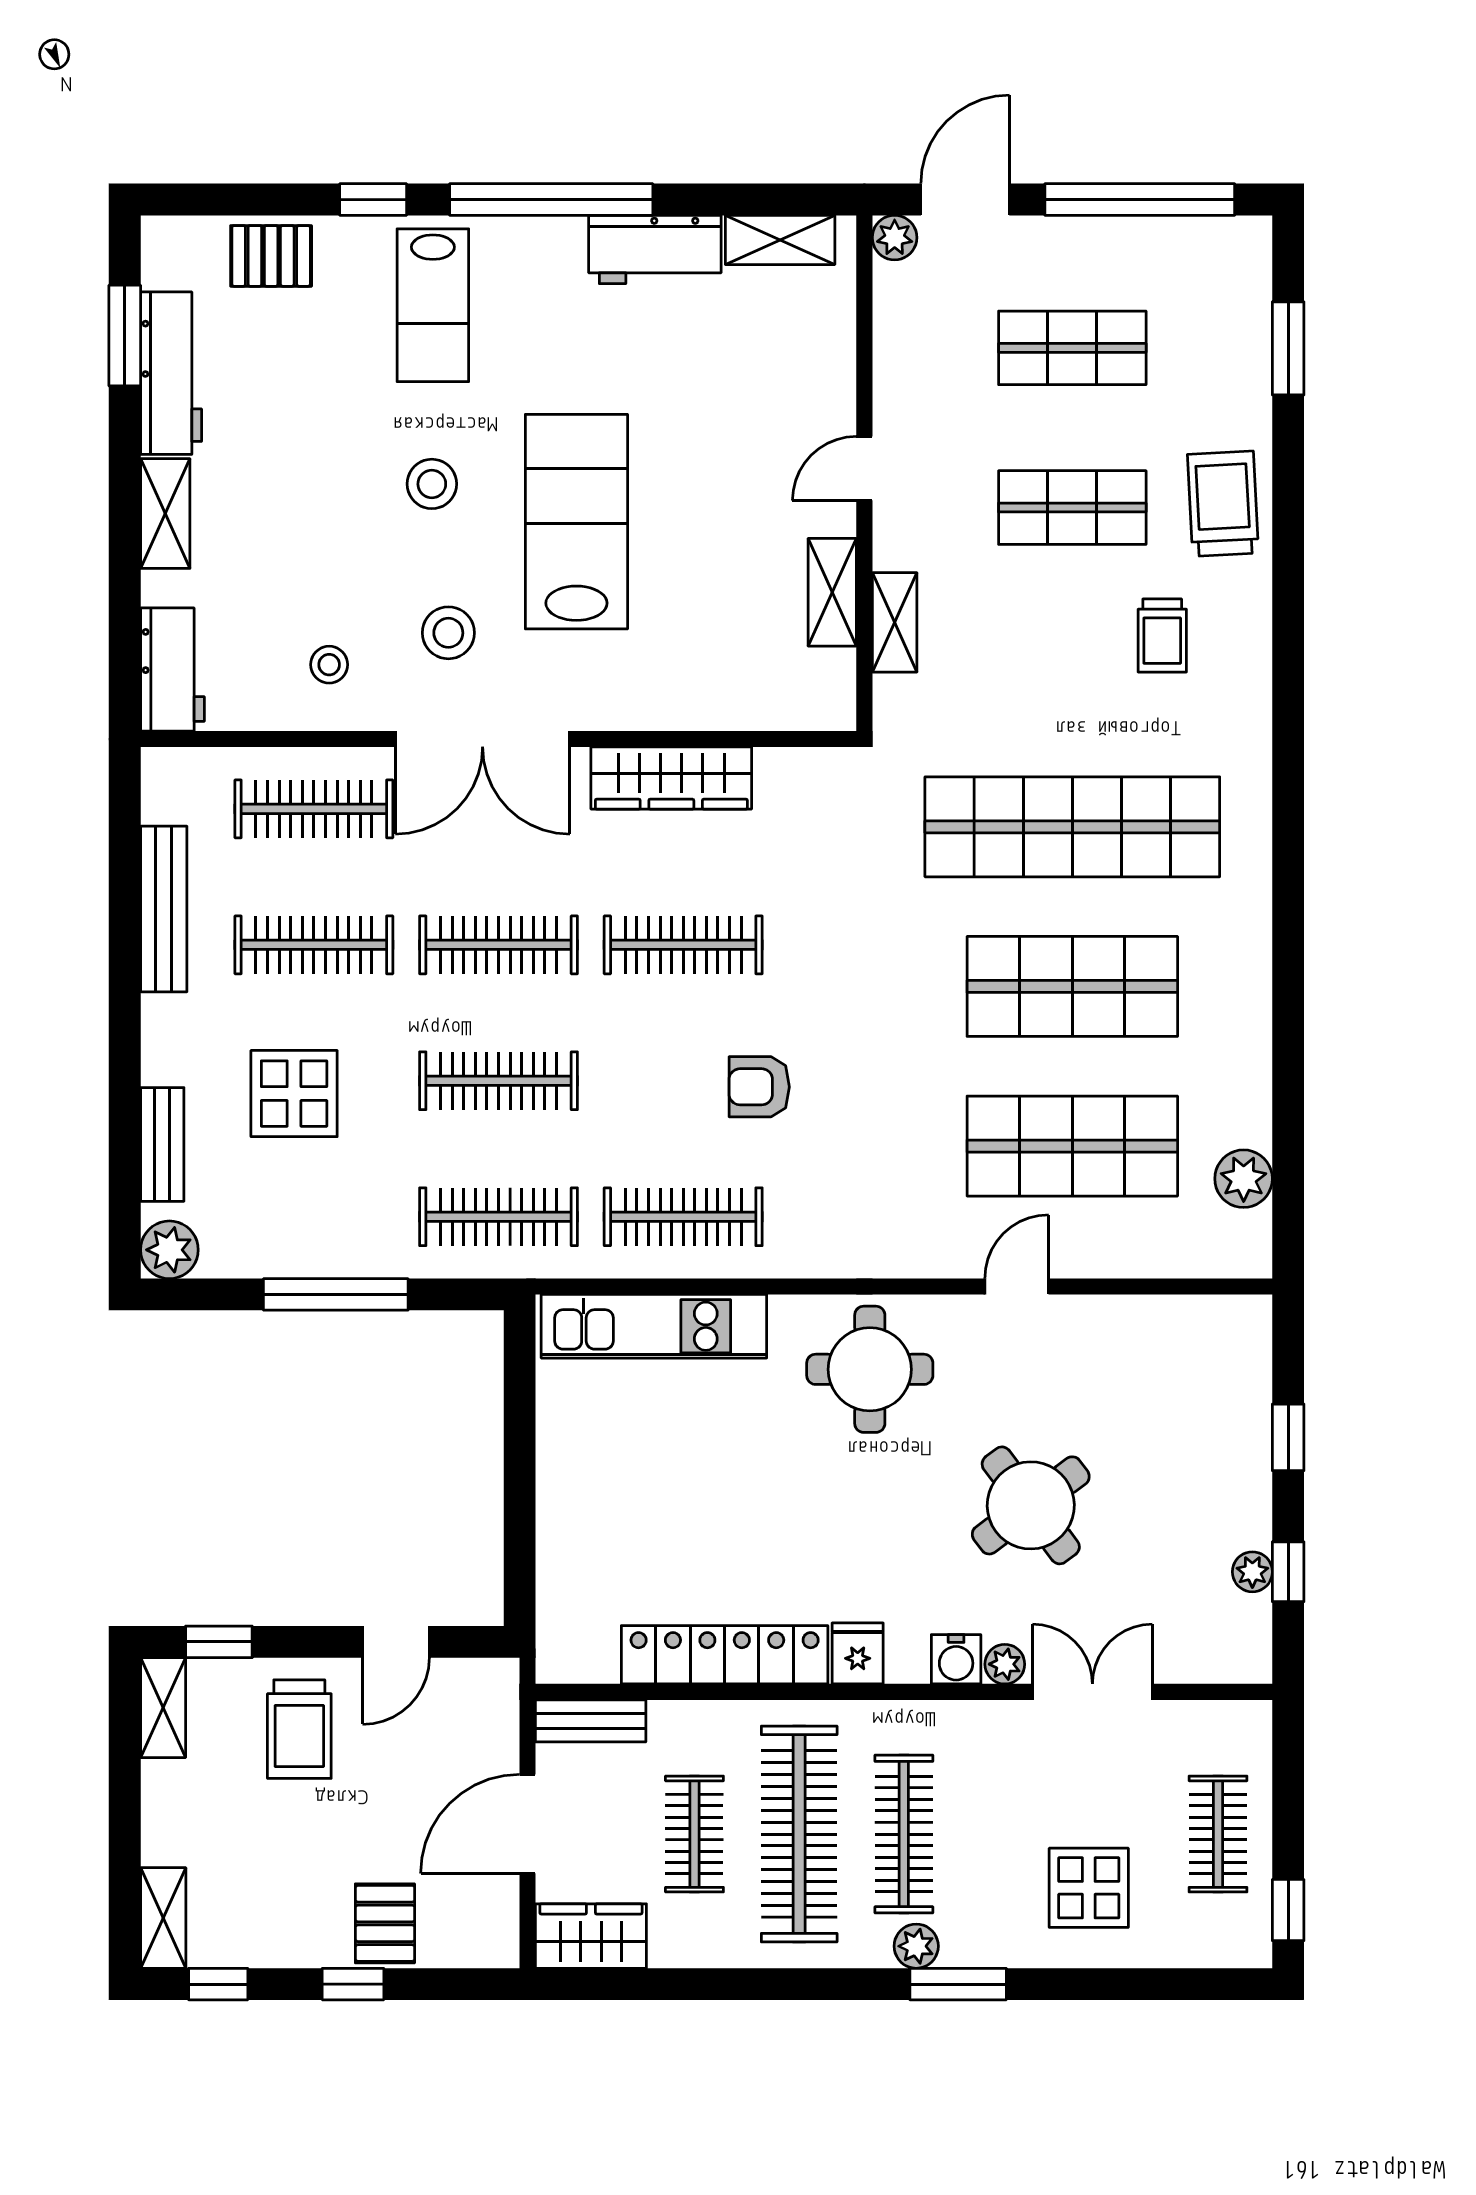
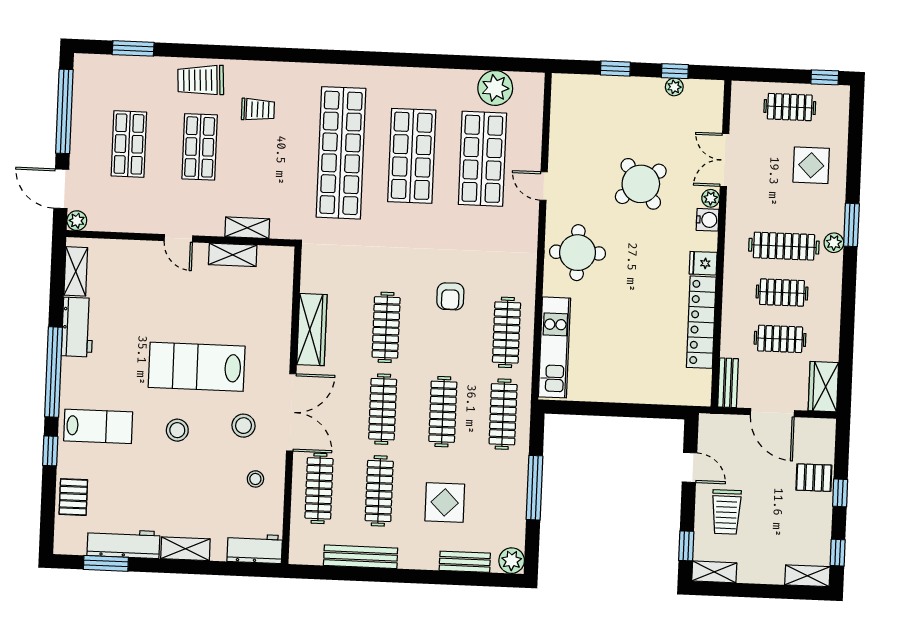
plant: (1244, 1179) -> (495, 88), width x1.36, depth x1.36
trolley: (299, 1729) -> (726, 512), turned 90
clothes rail: (799, 1834) -> (782, 293), width x0.54, depth x0.76

